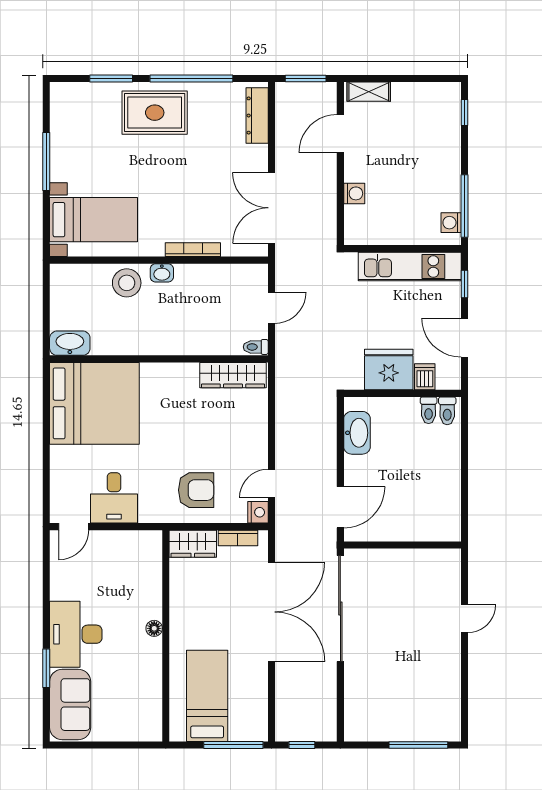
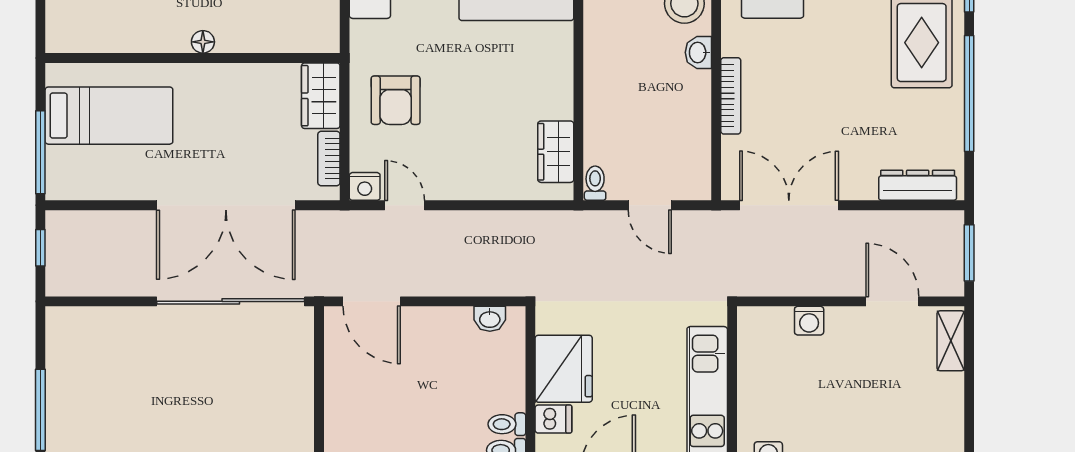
wardrobe: (233, 375) -> (556, 152), width x0.67
washbasin: (357, 433) -> (490, 319), width x0.52, depth x0.69

